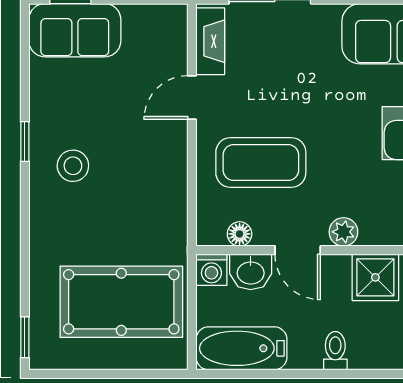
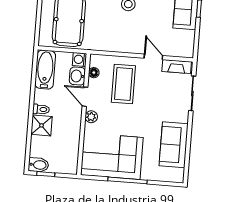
door: (298, 250) -> (85, 97), hinge flipped
shower: (375, 277) -> (42, 125), moved

